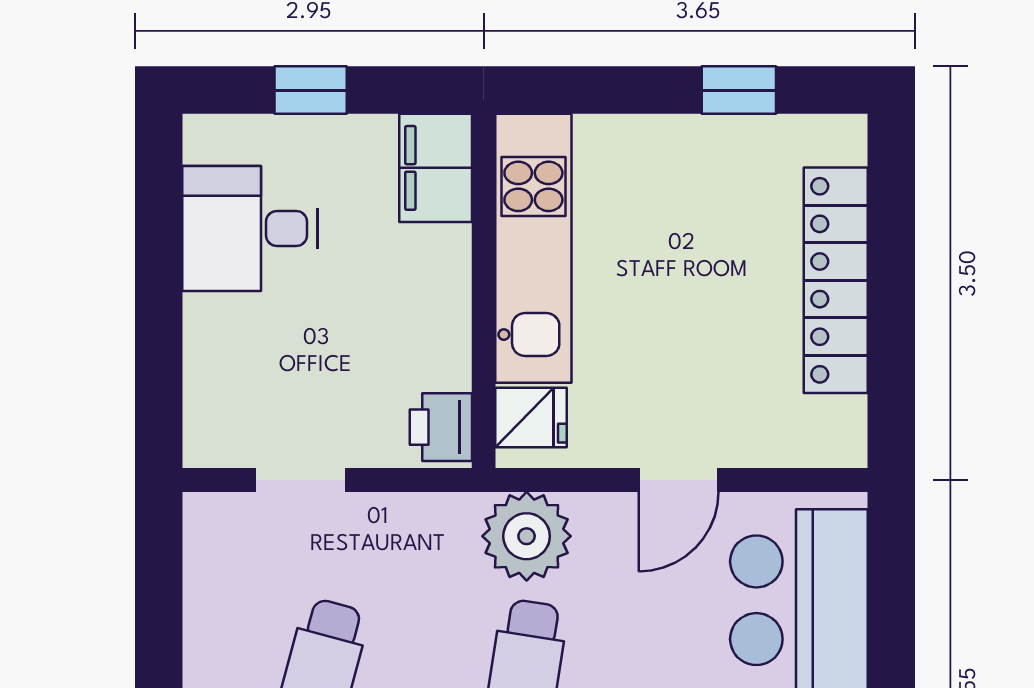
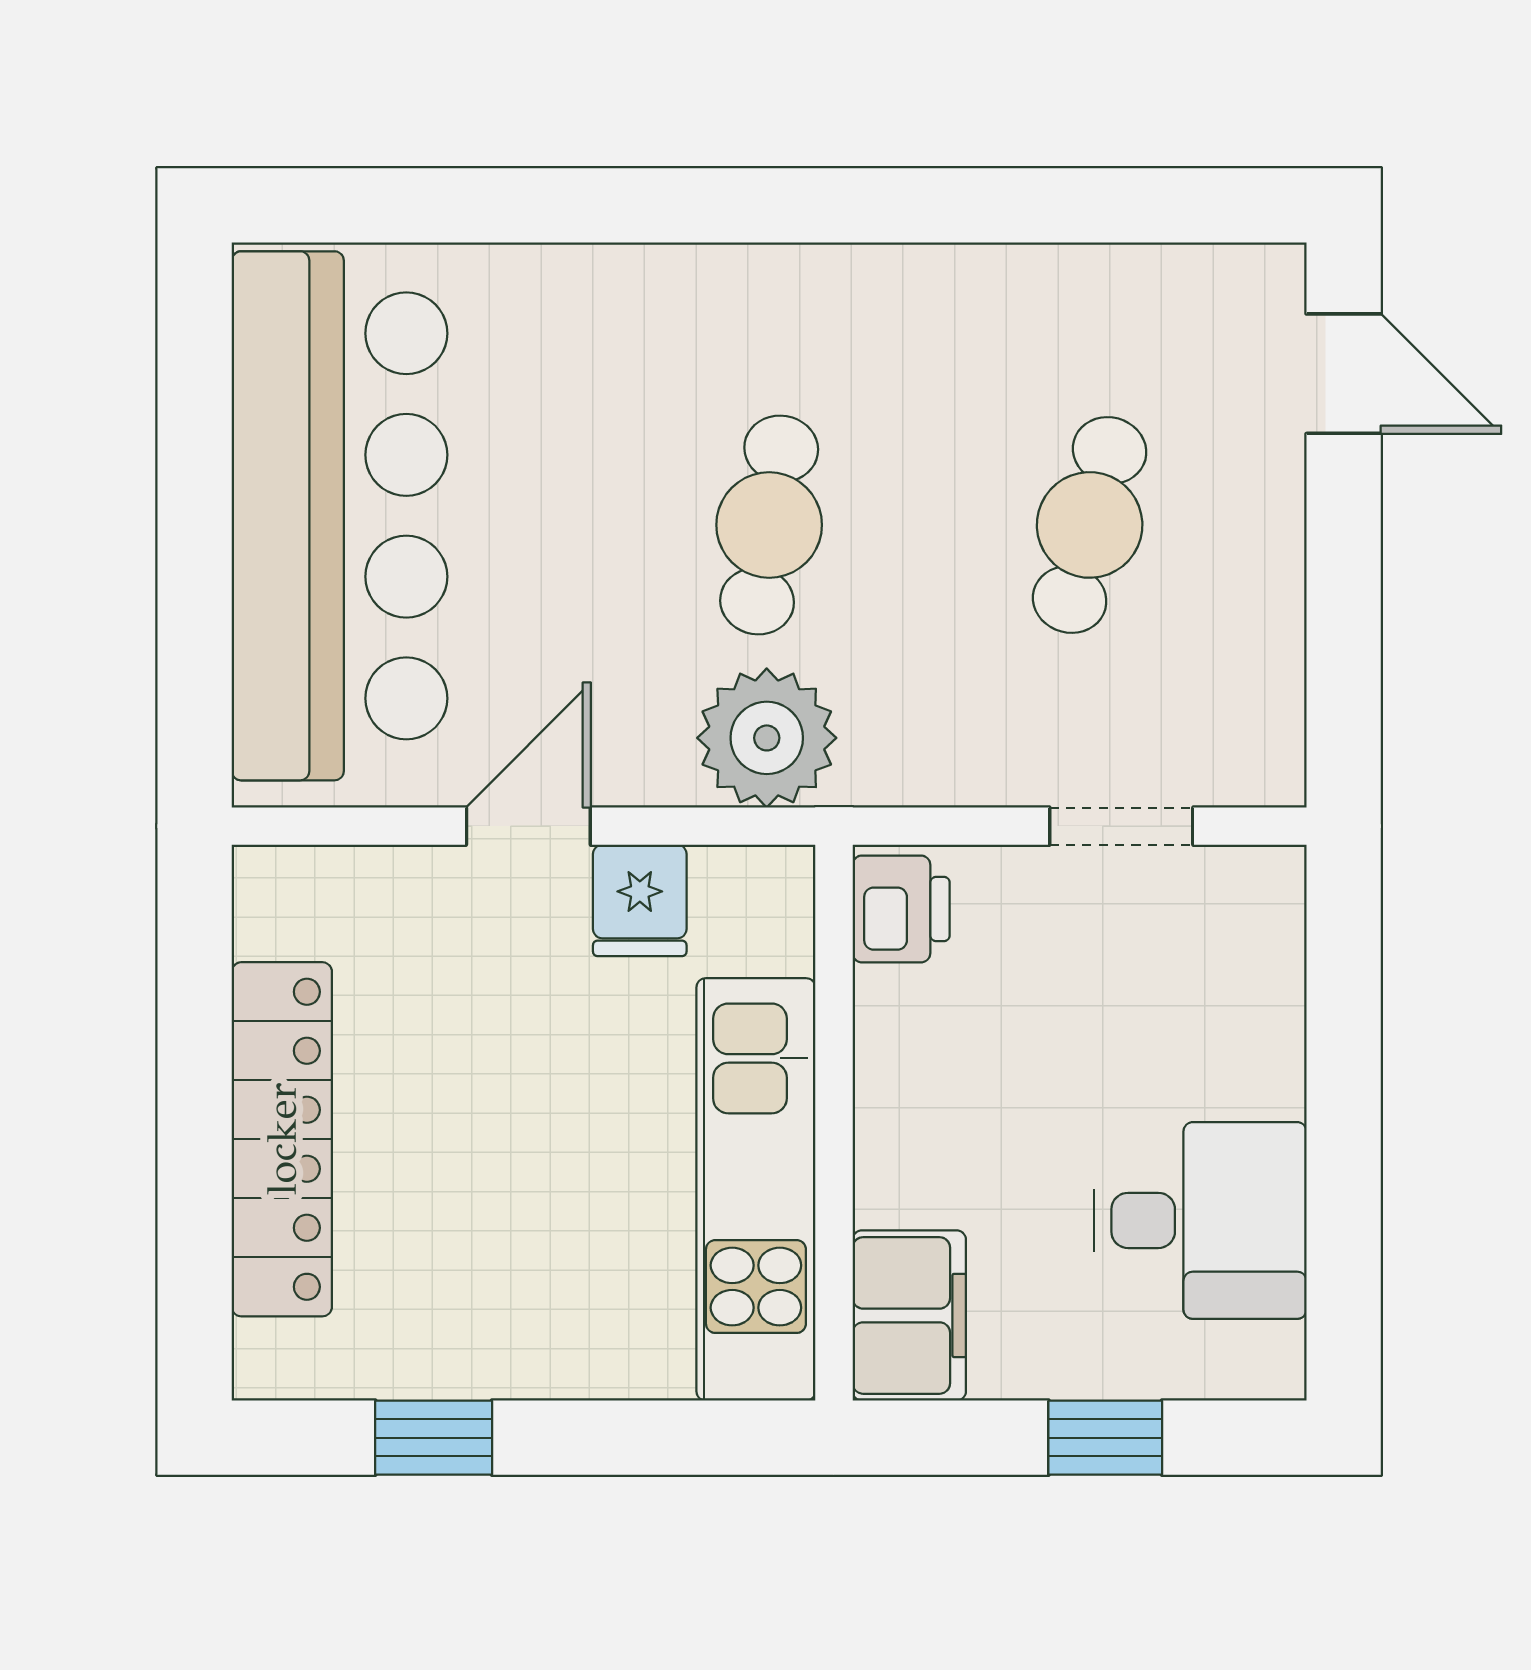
fridge: (531, 418) -> (640, 900), moved, turned -90

